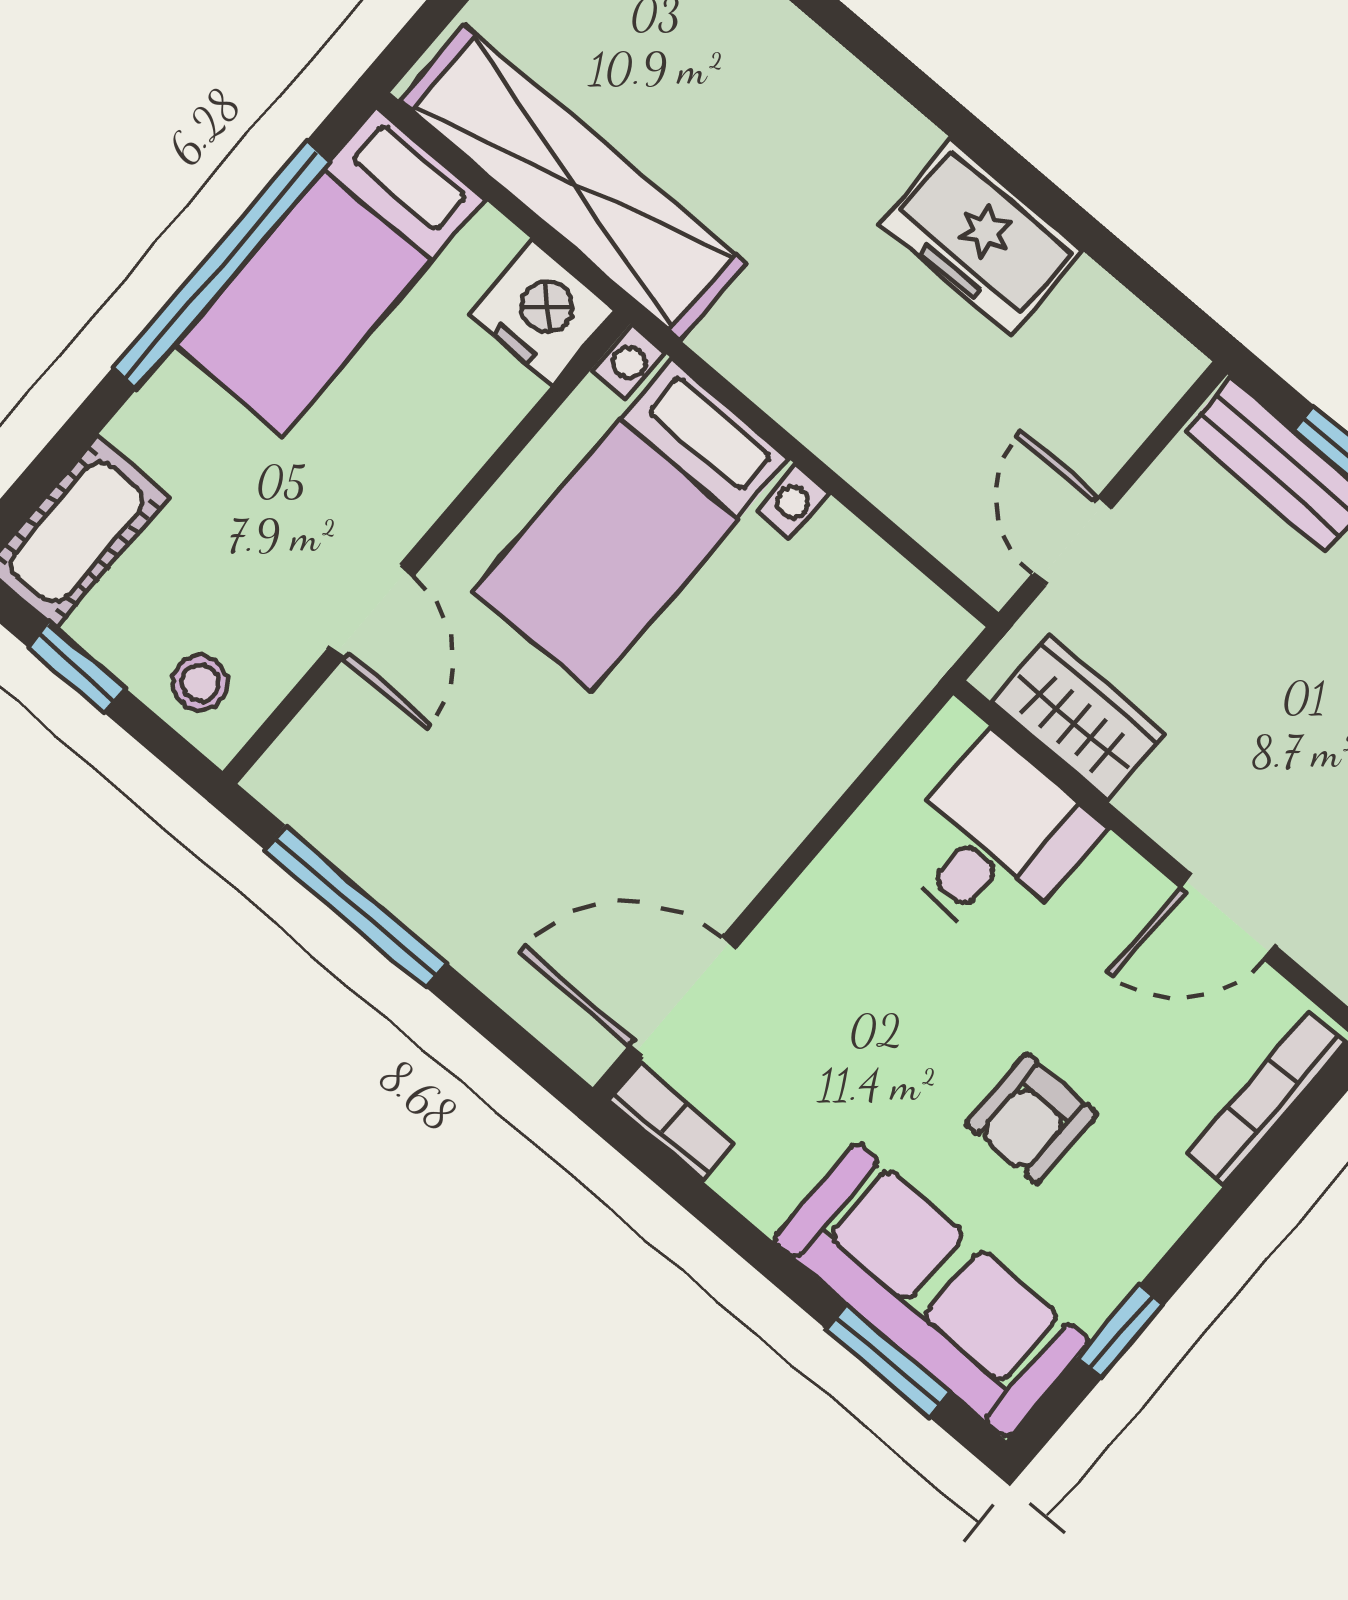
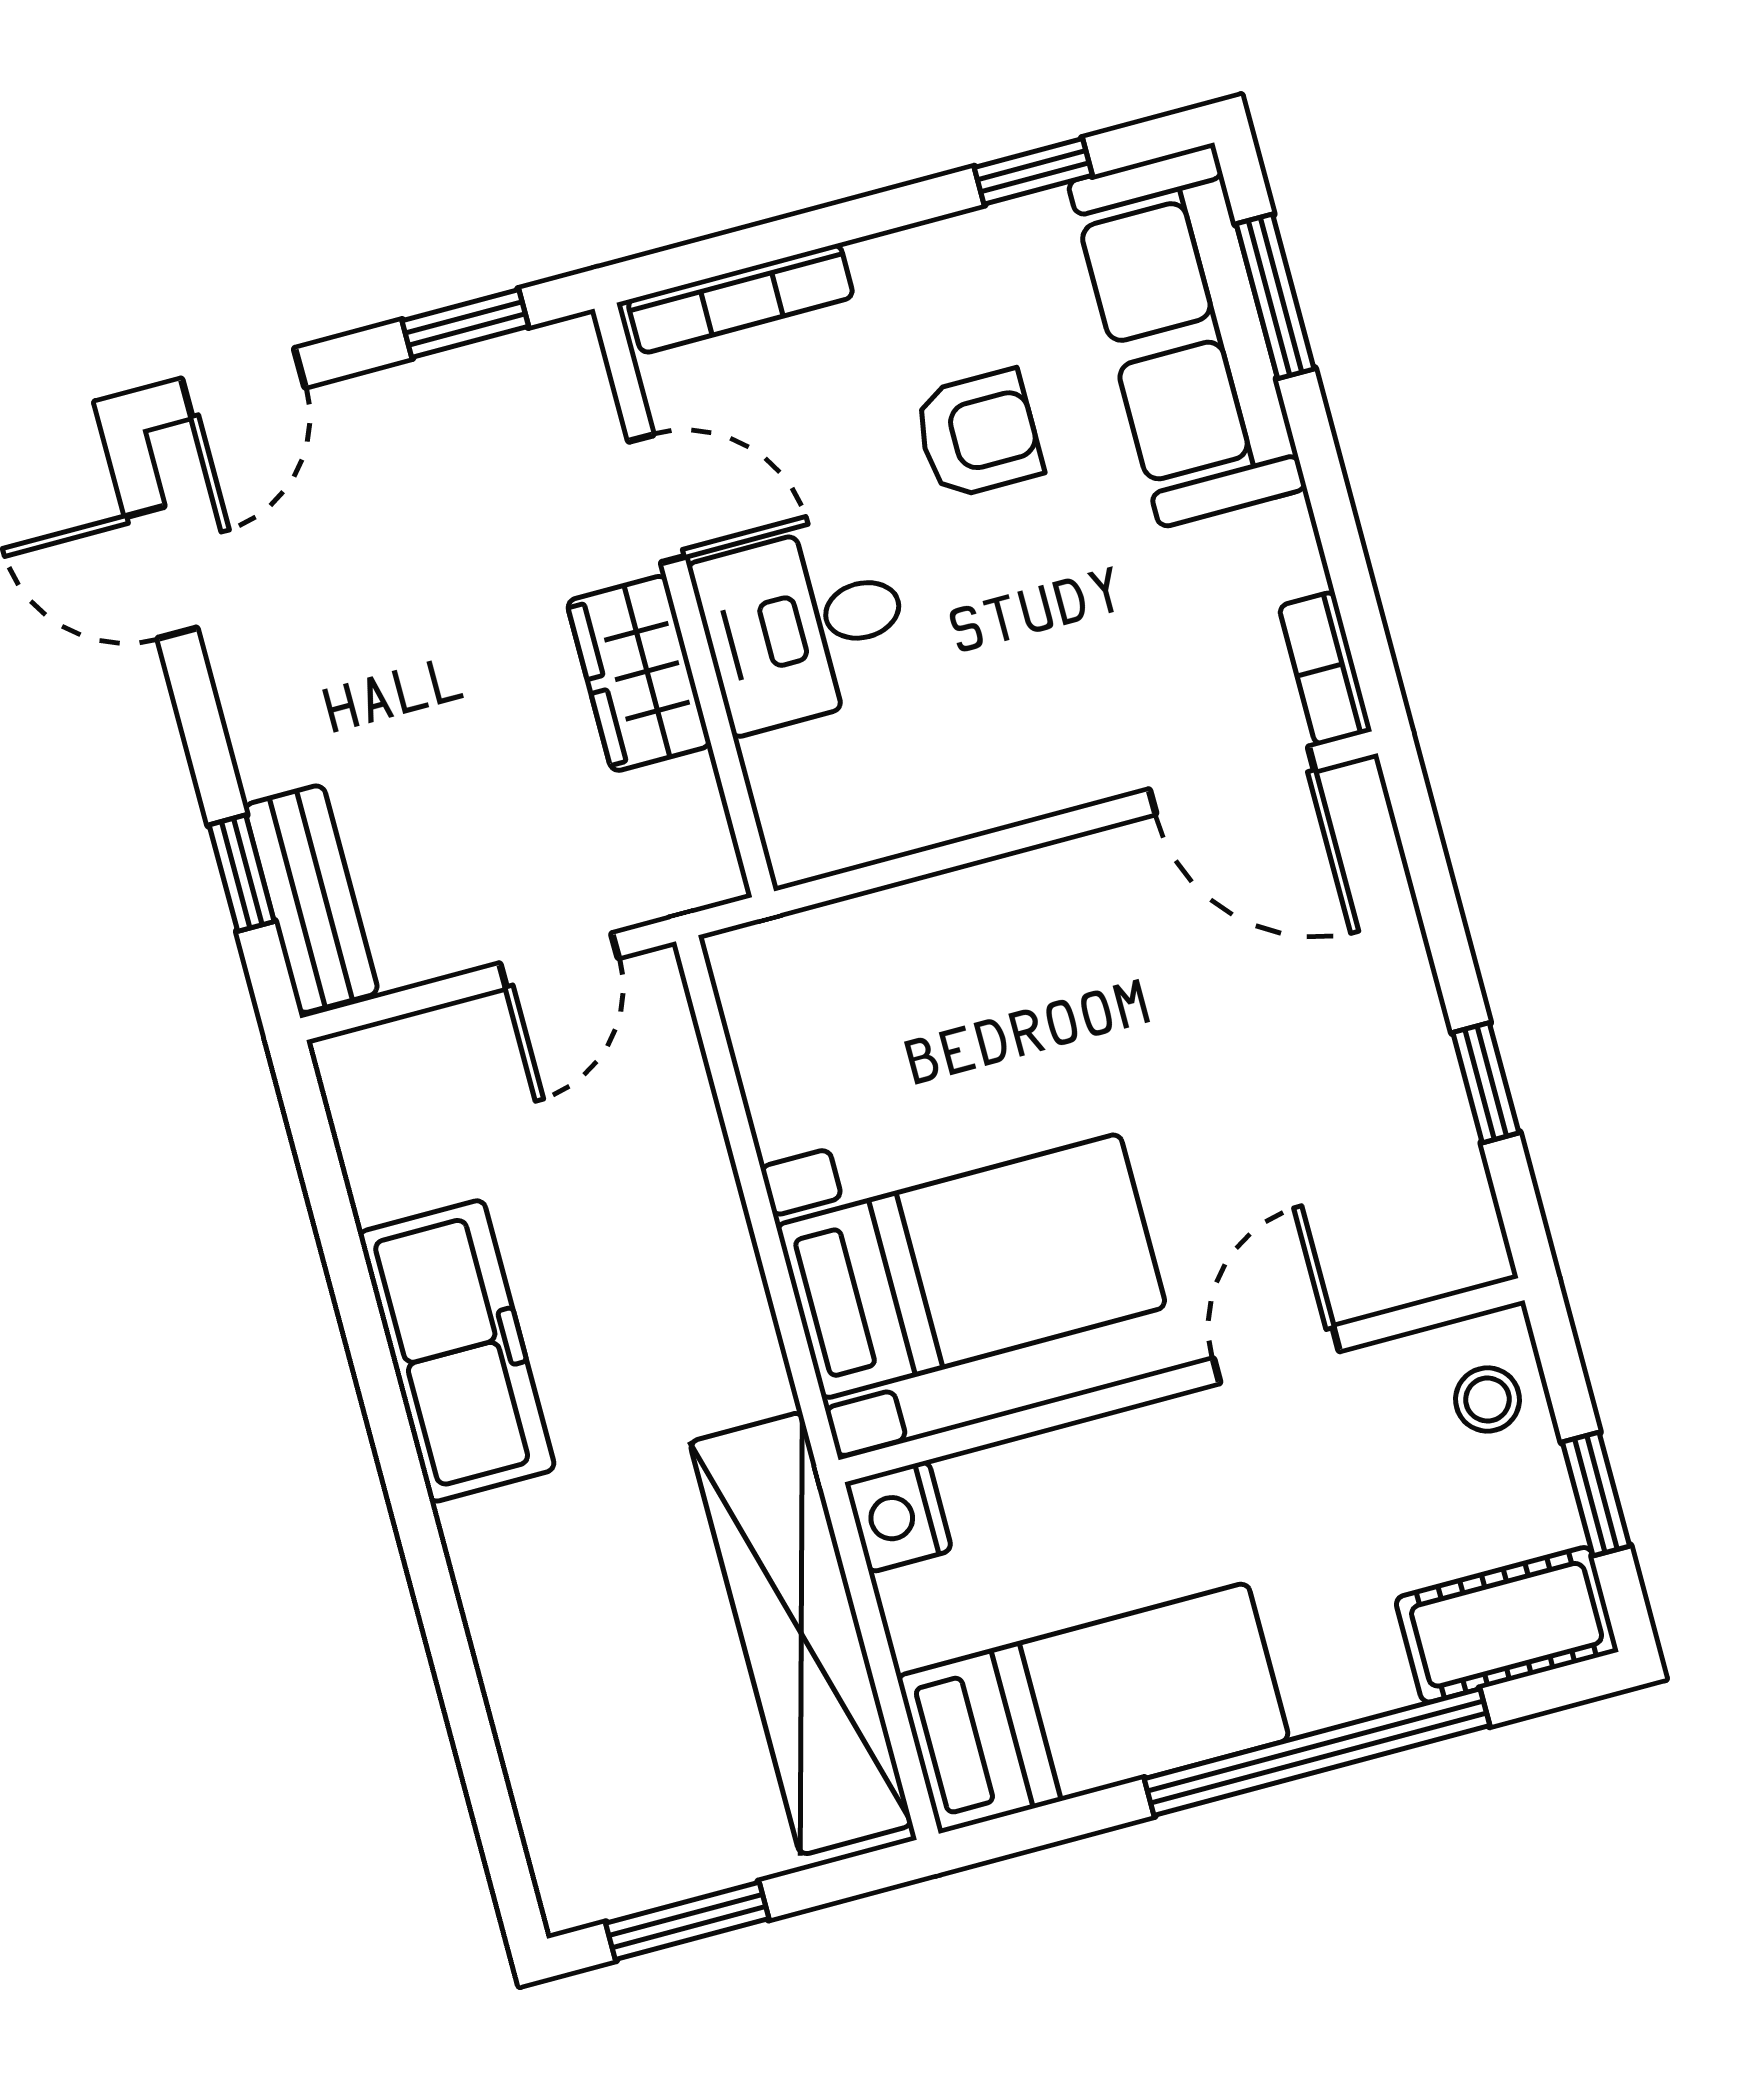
freezer: (981, 237) -> (457, 1351), width x1.40
window: (221, 265) -> (1317, 1752), moved
nightstand: (542, 312) -> (898, 1516), width x0.74, depth x0.75
wardrobe: (1078, 718) -> (639, 673), moved
desk: (995, 841) -> (804, 626), moved
window: (356, 906) -> (1486, 1083), width x0.46

